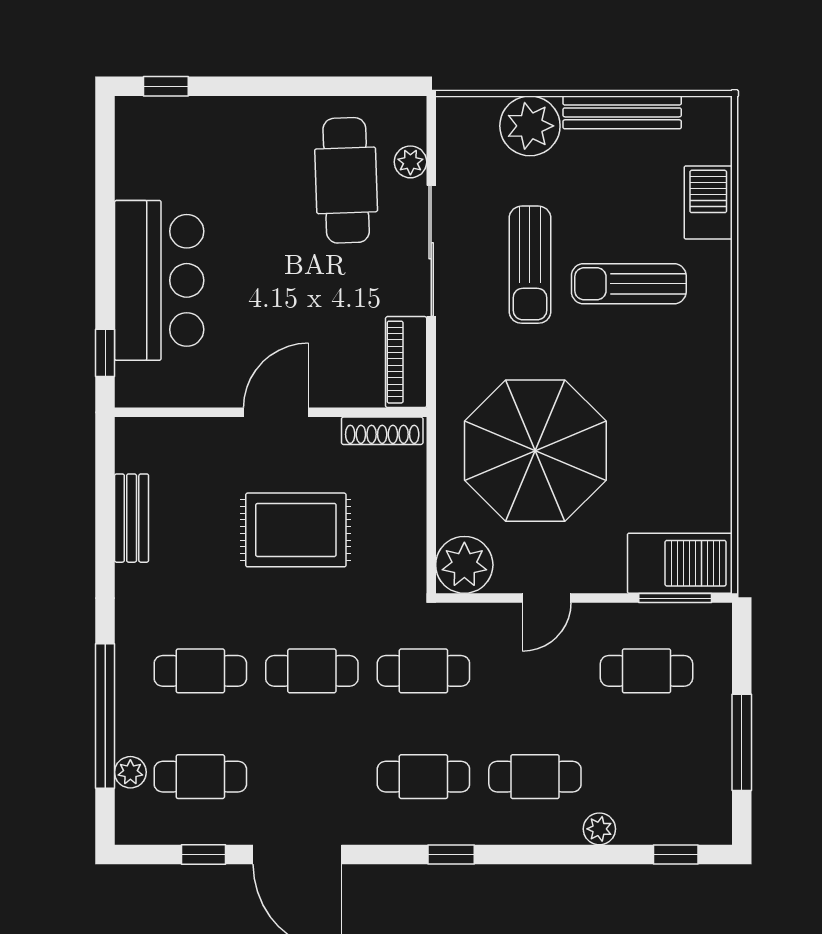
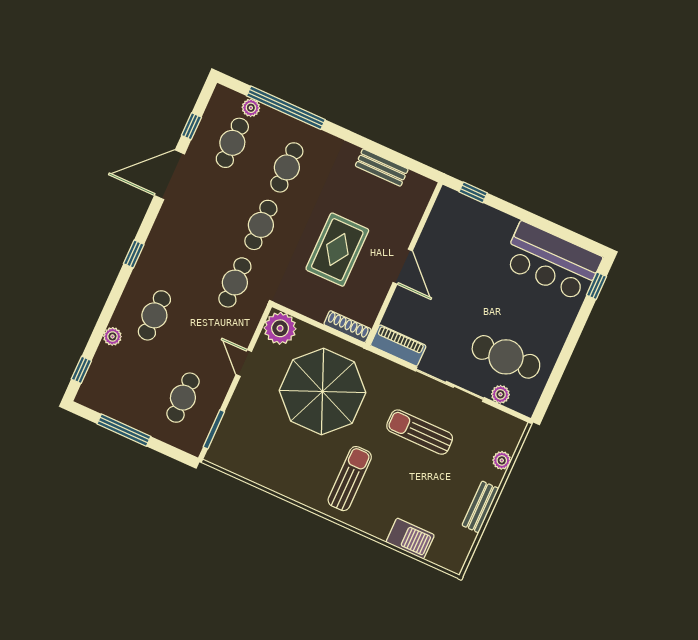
bench: (622, 112) -> (480, 507), width x0.73
plant: (530, 126) -> (502, 460), width x0.53, depth x0.53
bar counter: (159, 280) -> (552, 261), moved
sun lounger: (629, 284) -> (350, 479), moved
shoe rack: (382, 431) -> (347, 327), moved, turned 90
barbecue: (680, 563) -> (231, 440), removed
cafe table: (423, 777) -> (180, 258), removed

